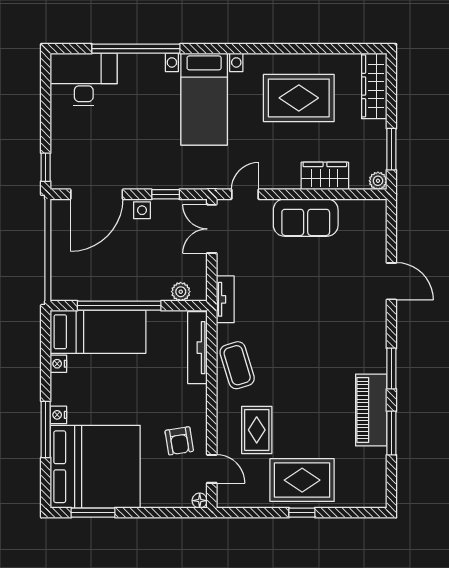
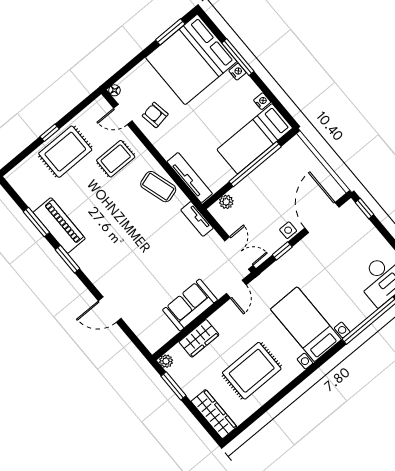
rug: (257, 430) -> (116, 159), turned 90

